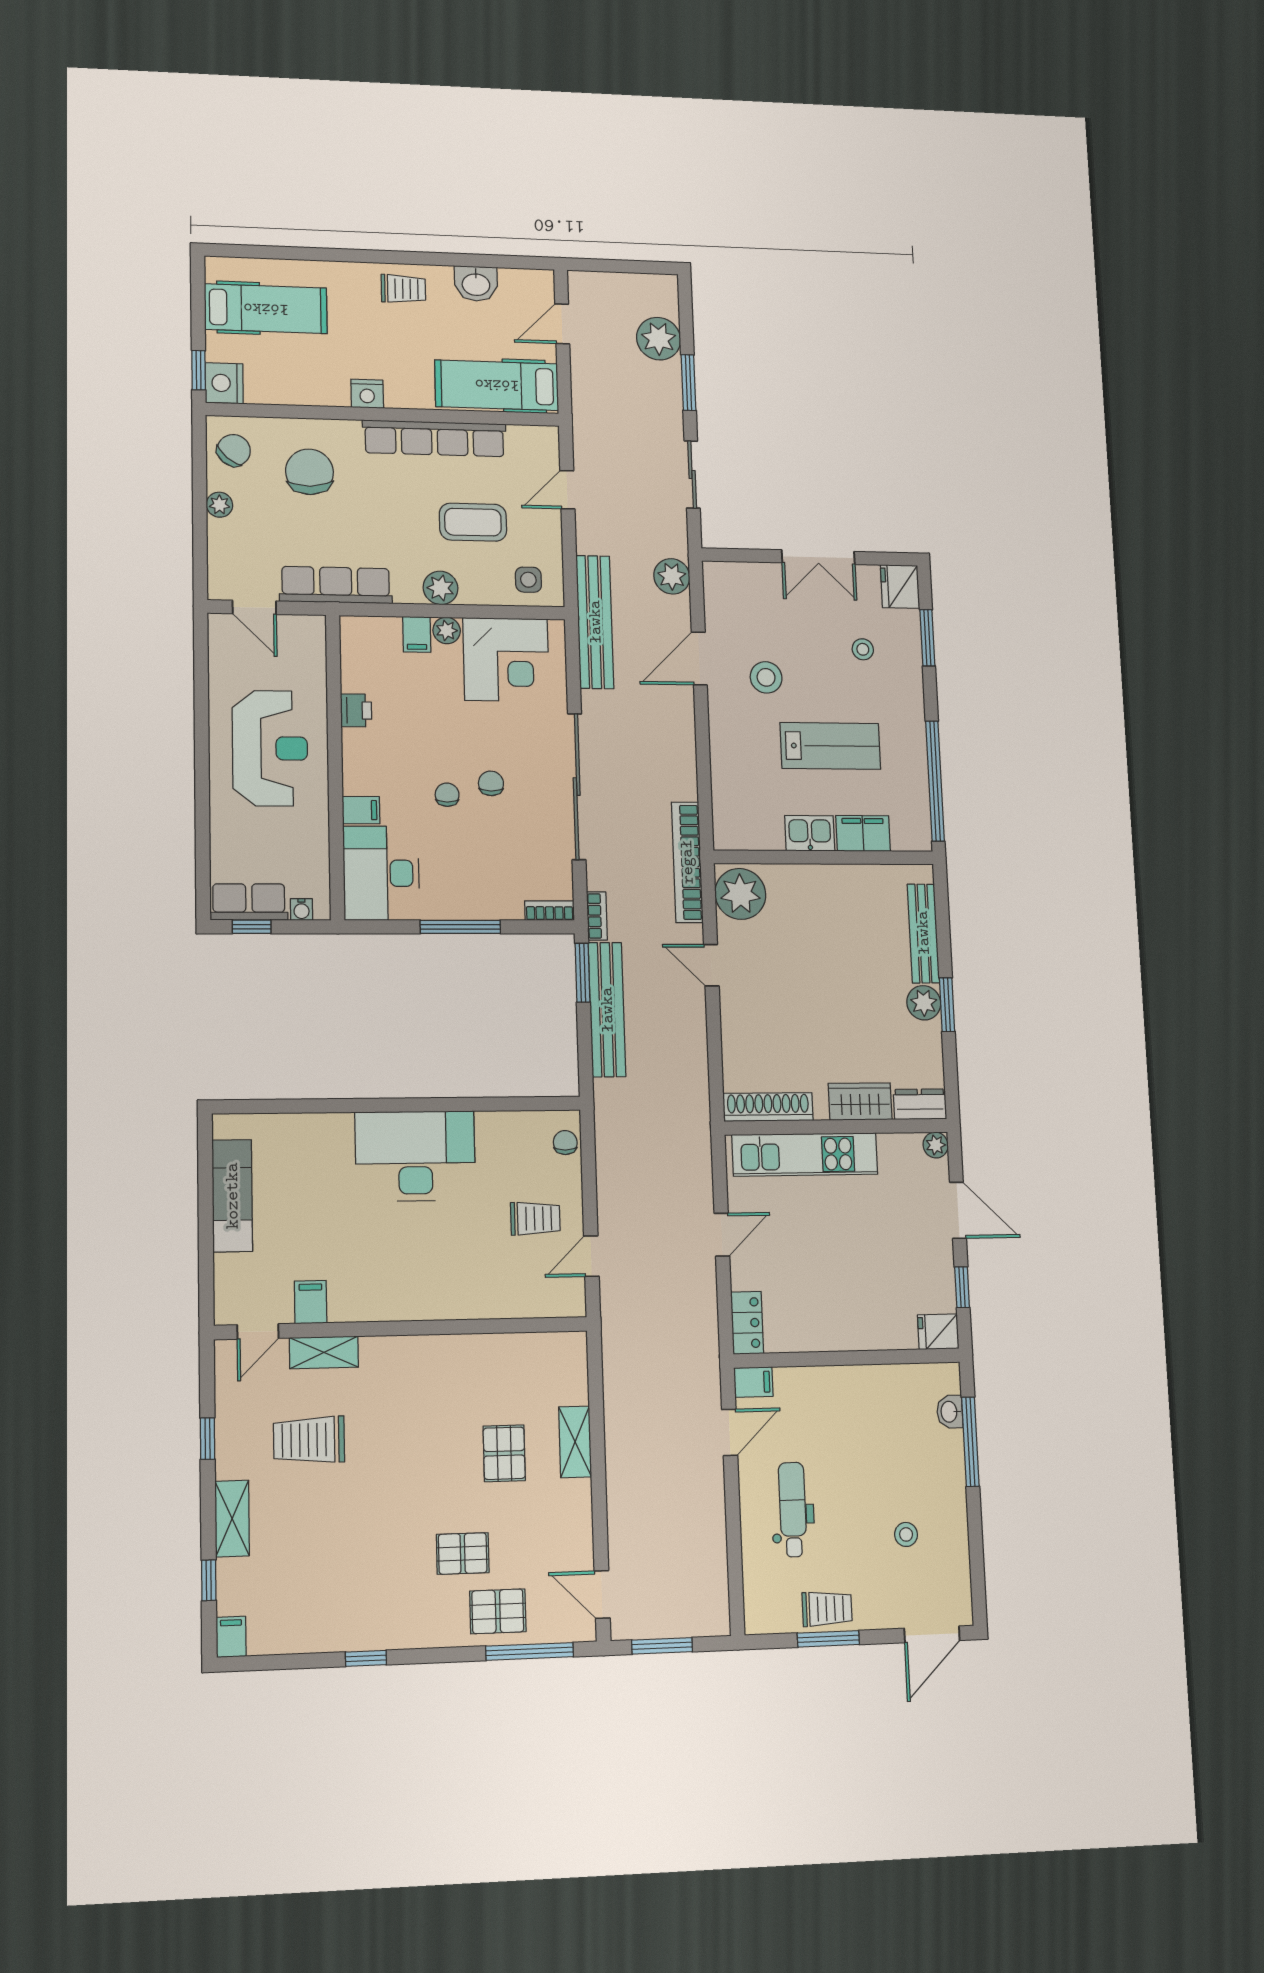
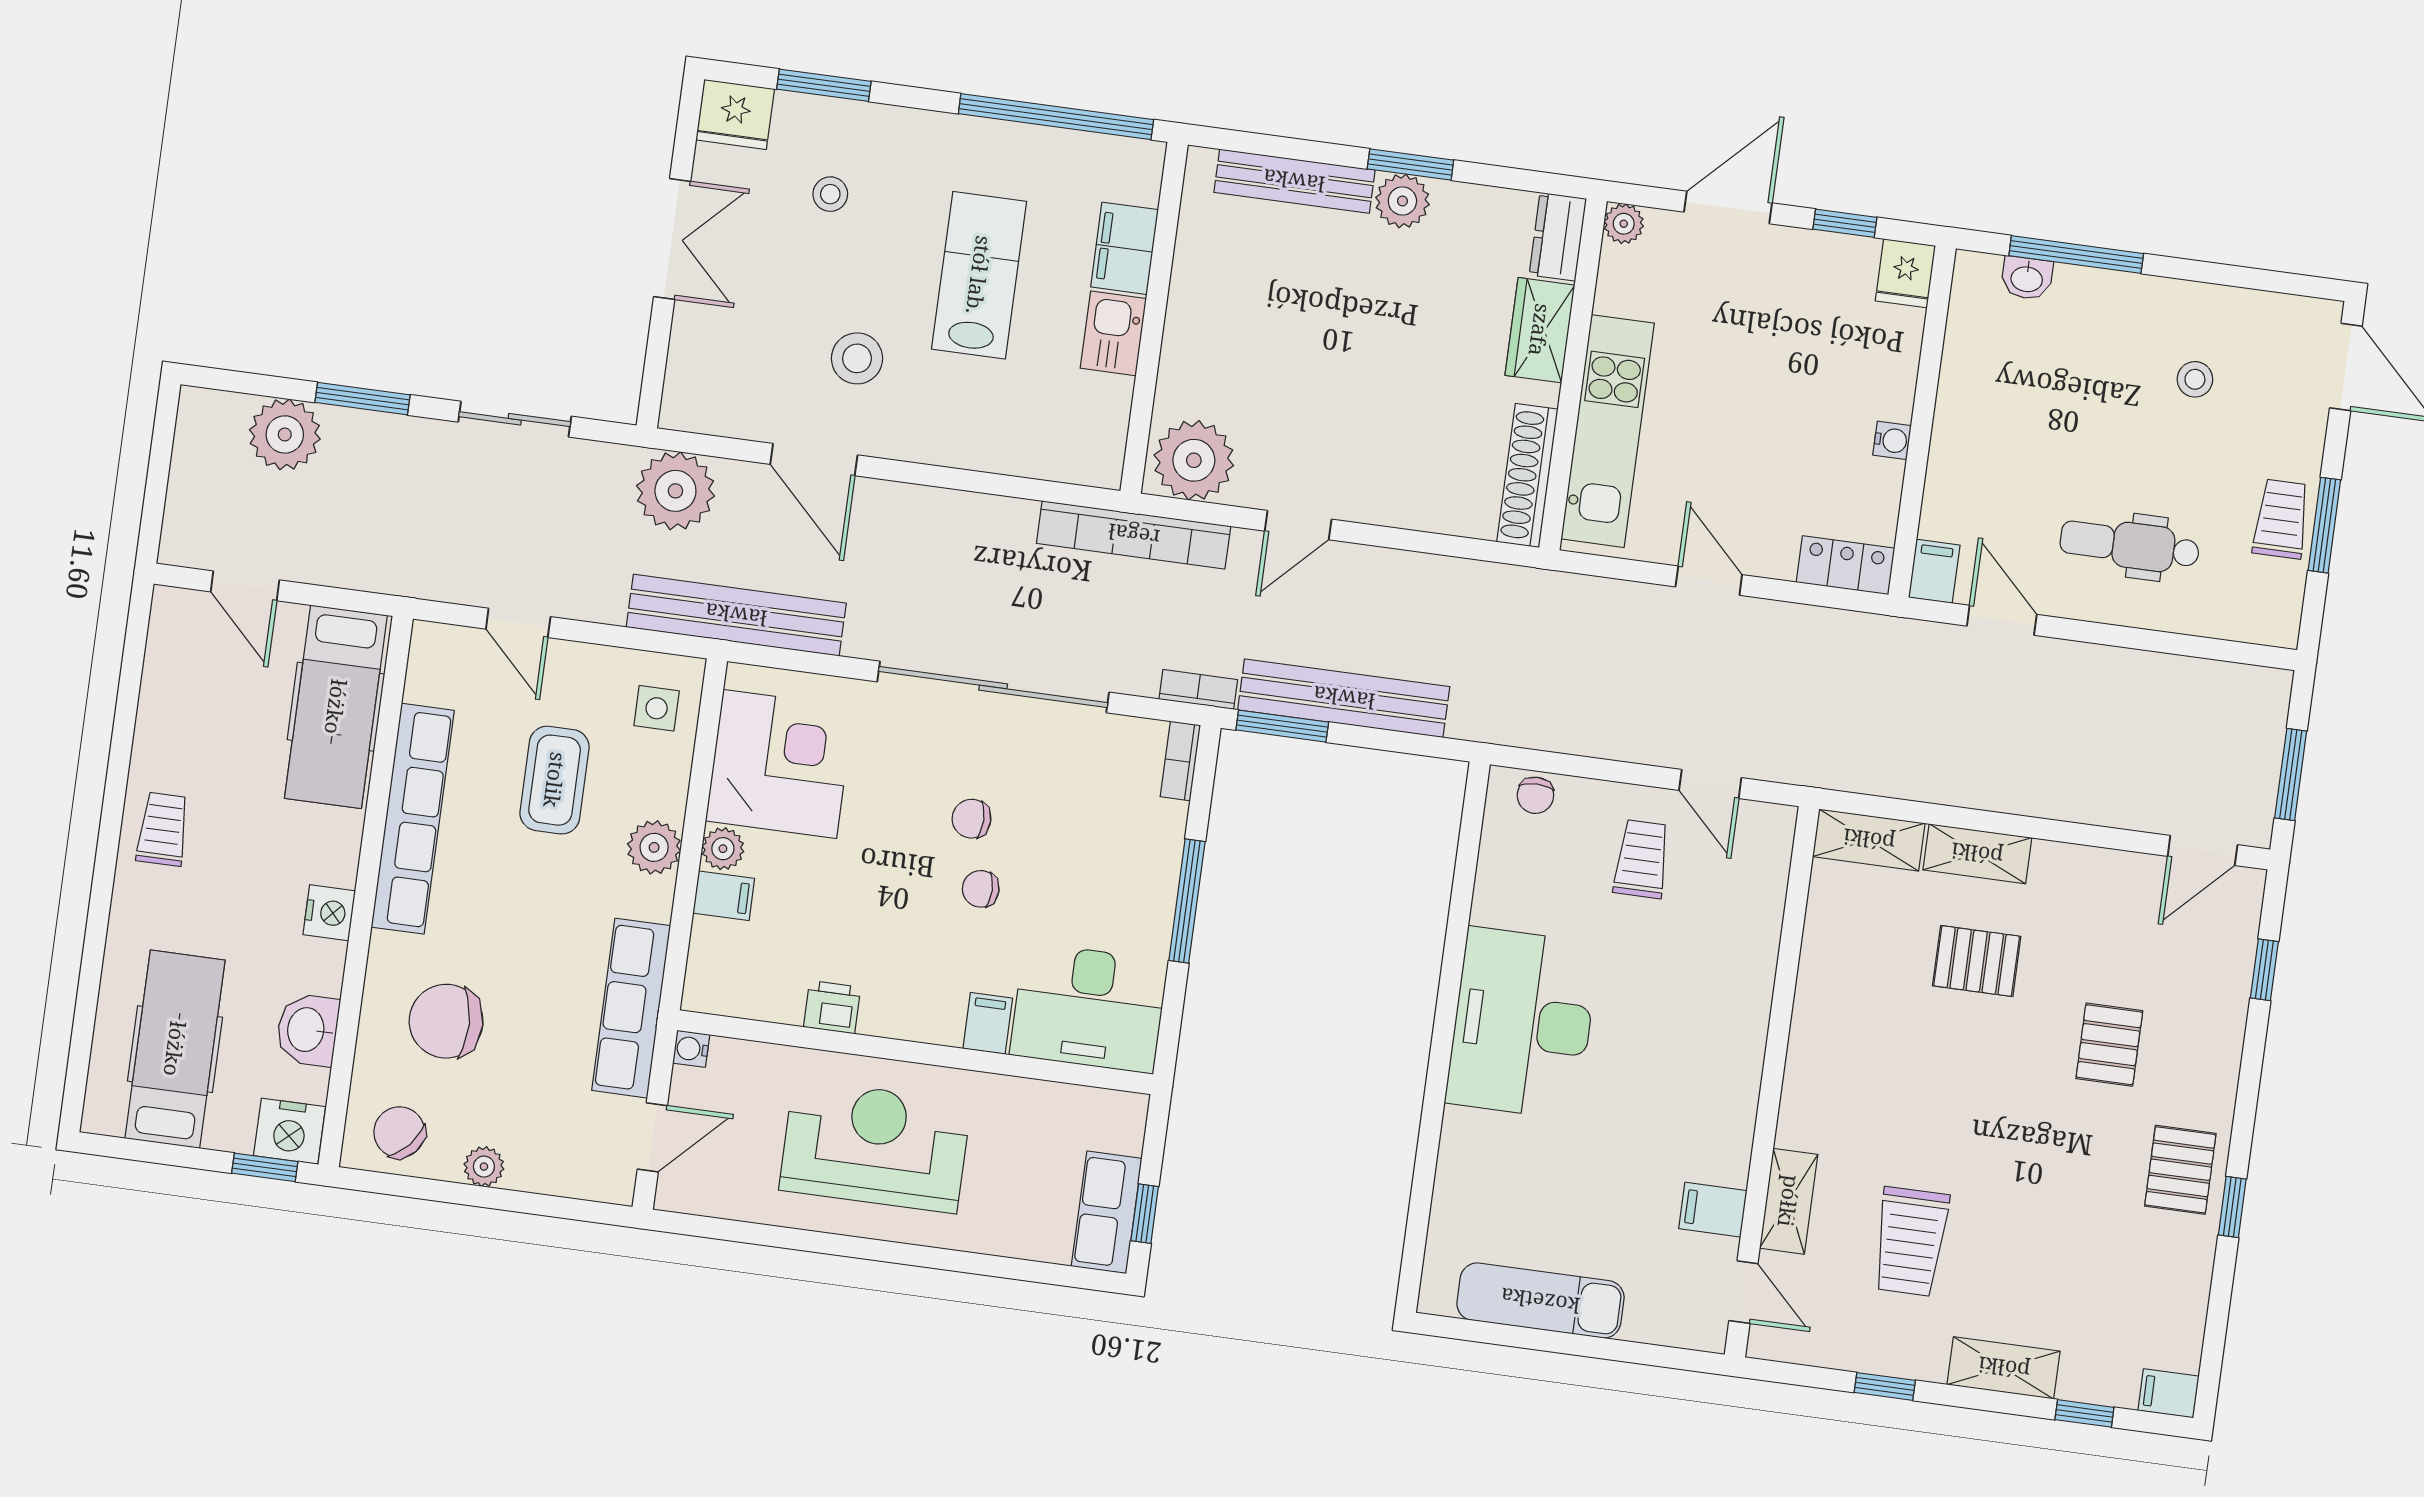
washbasin: (476, 284) -> (307, 1030), moved, turned 180
plant: (672, 576) -> (675, 491), width x1.36, depth x1.36
water cooler: (301, 909) -> (691, 1049), moved, turned 180
chair: (565, 1143) -> (1535, 795), turned -90
water cooler: (832, 1340) -> (1892, 440), added
shelving: (572, 1367) -> (1869, 840), added
pallet: (498, 1611) -> (2180, 1170), moved
window: (530, 1651) -> (2264, 970), width x0.46

